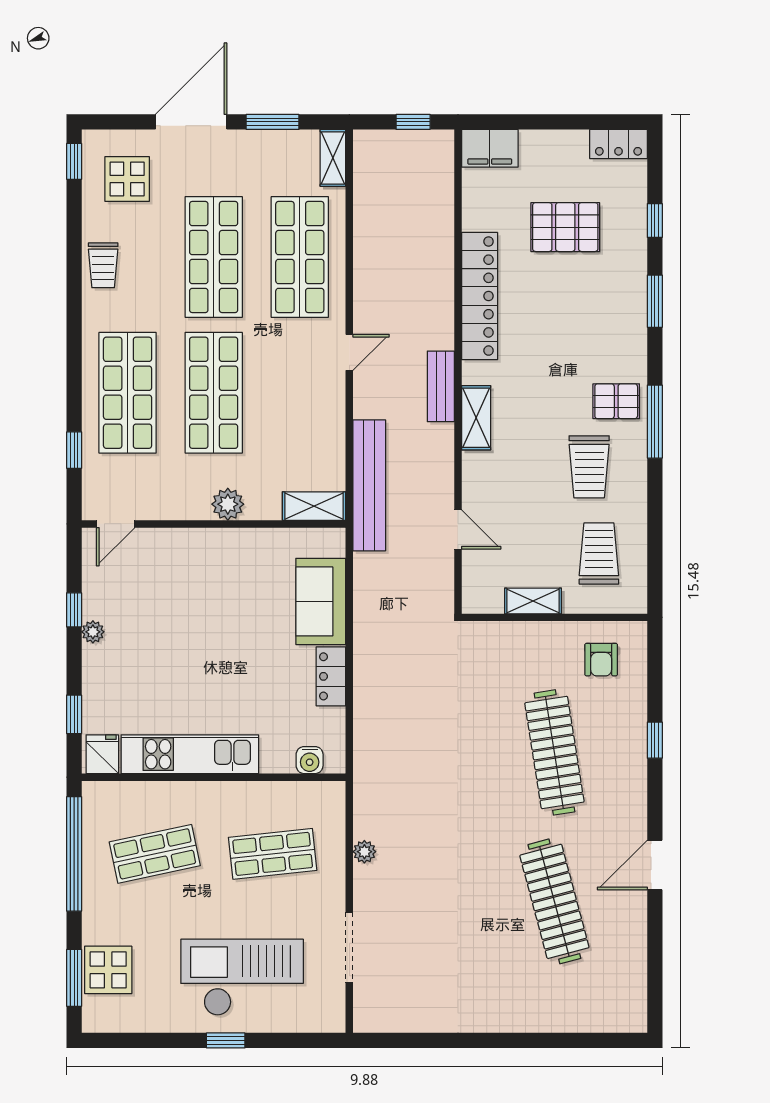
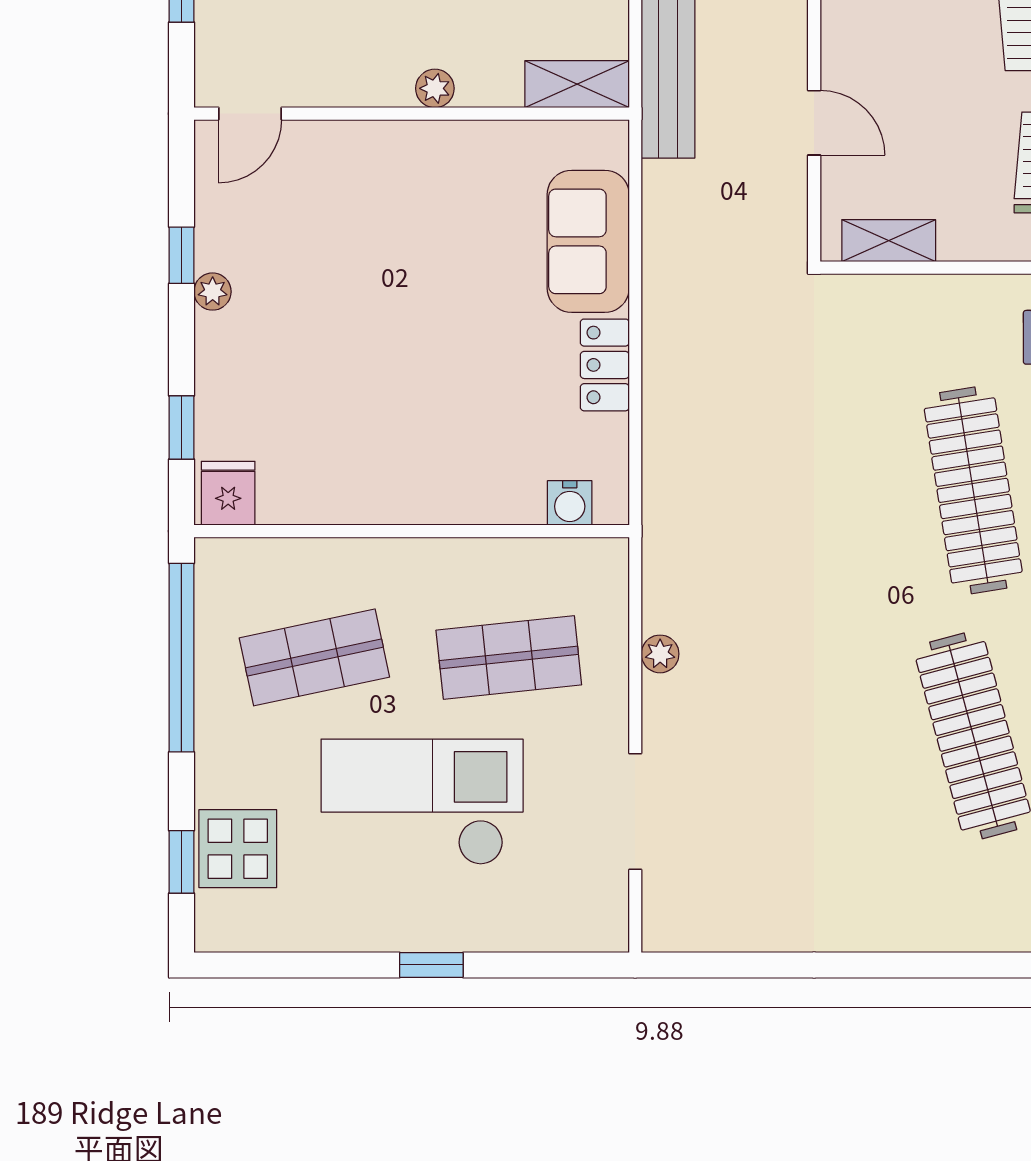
plant: (228, 504) -> (435, 88), width x0.73, depth x0.73
shelving: (533, 601) -> (889, 241), moved
kitchen unit: (190, 754) -> (372, 493), removed
checkout: (242, 977) -> (422, 802), moved
window: (74, 978) -> (181, 862), width x0.67

